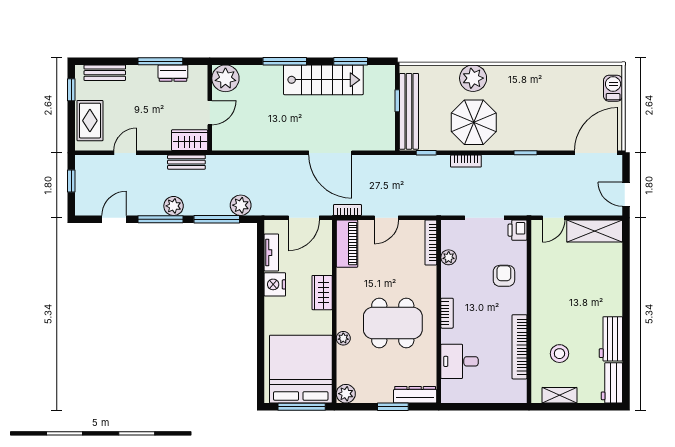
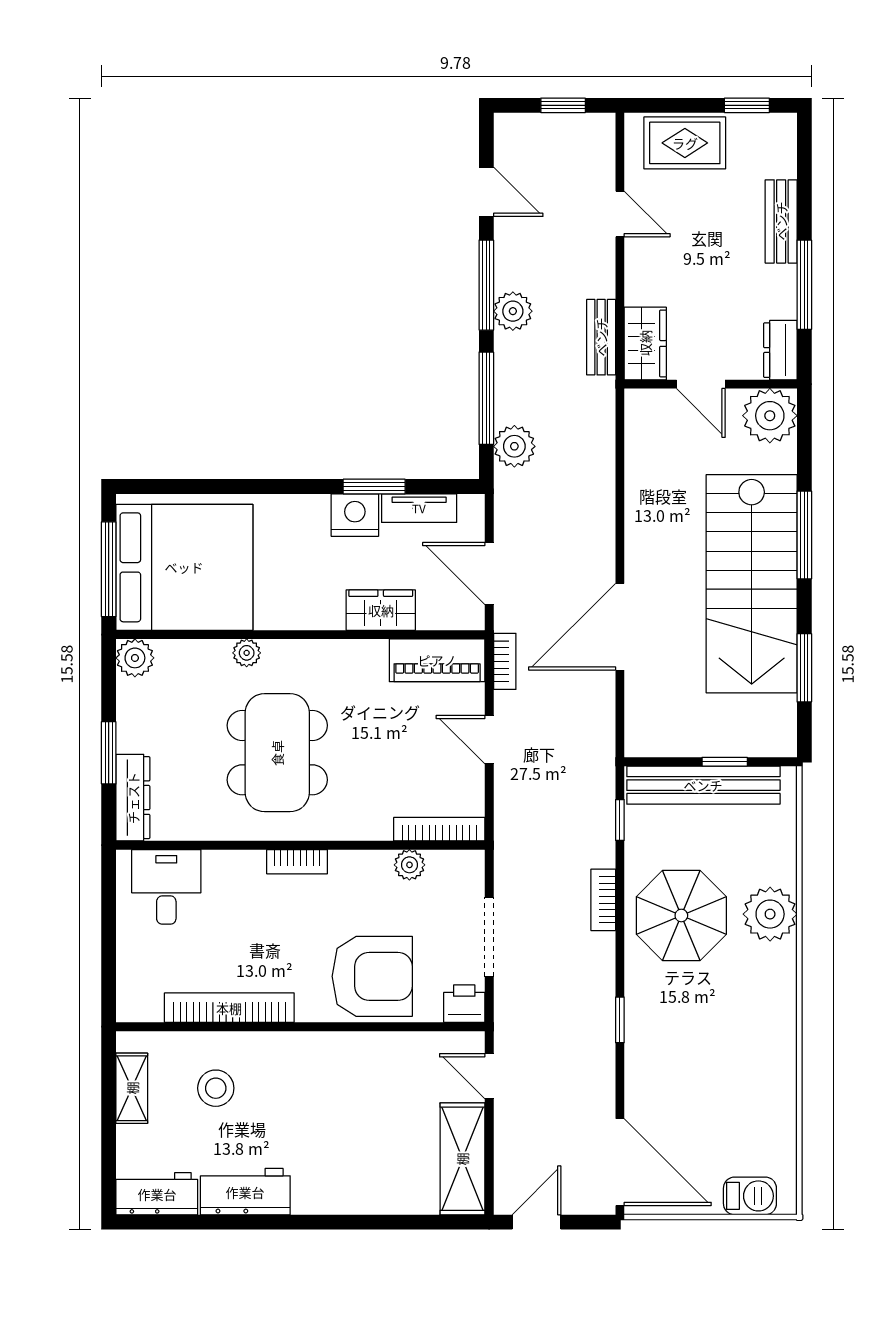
bench: (105, 73) -> (781, 221), moved
dresser: (173, 73) -> (780, 350), moved
stairs: (323, 80) -> (752, 584), width x1.36, depth x1.51
window: (261, 275) -> (374, 486), added
armchair: (504, 276) -> (372, 976), width x1.88, depth x1.88
wardrobe: (322, 293) -> (381, 610), moved
desk: (460, 361) -> (166, 887), moved

